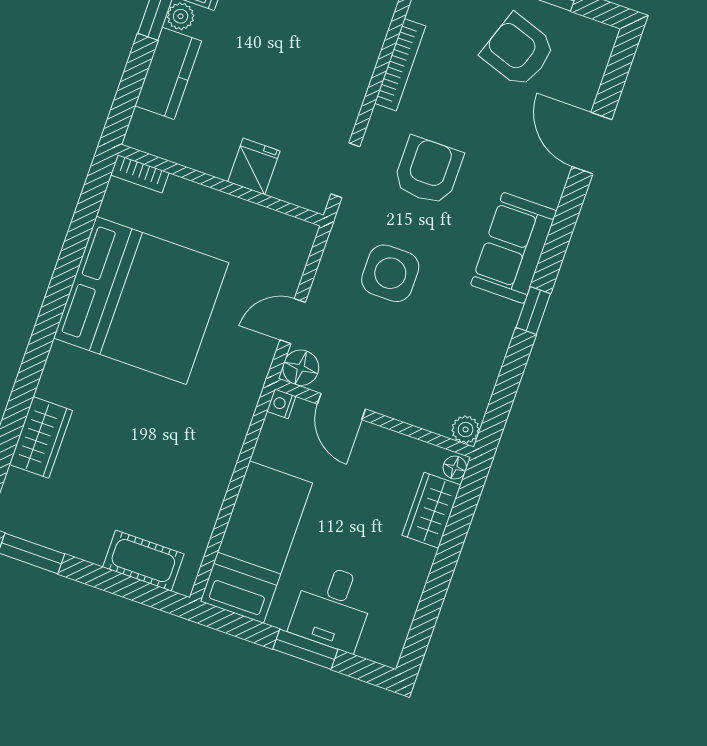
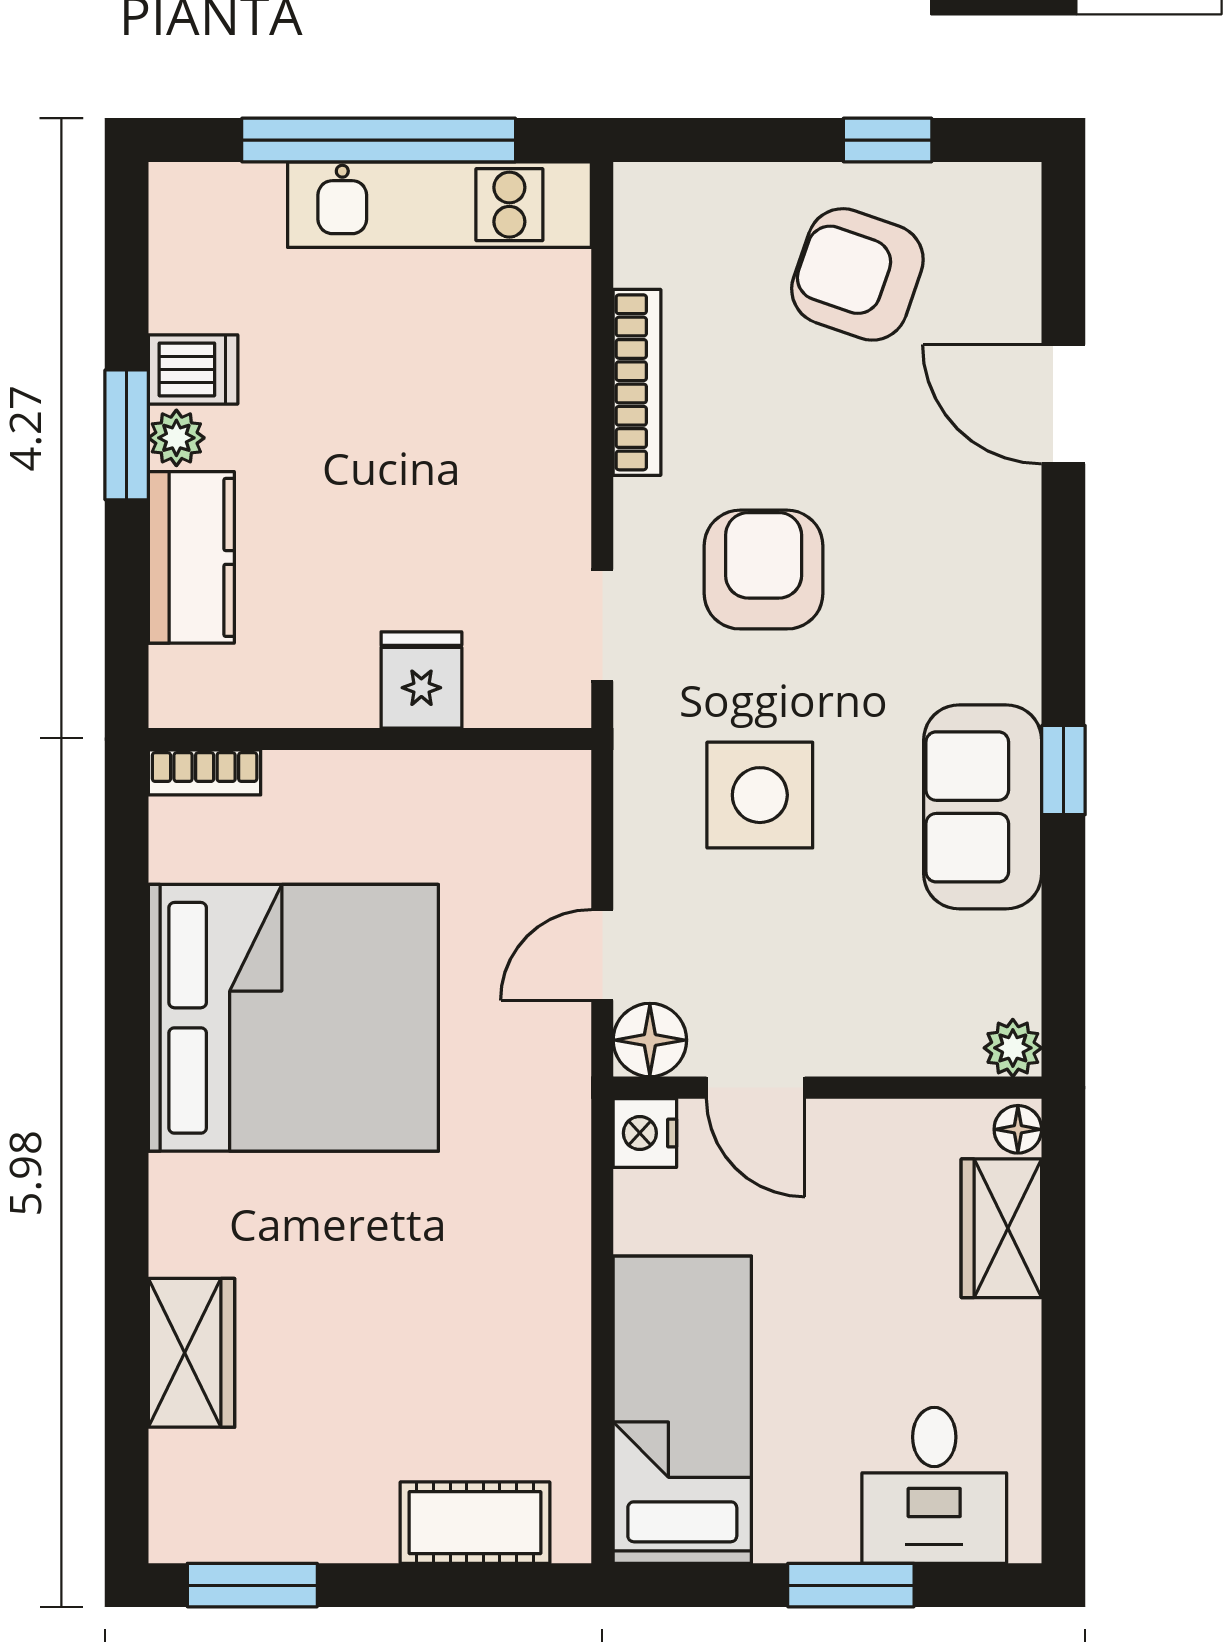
sofa: (514, 248) -> (983, 807), moved
nightstand: (281, 404) -> (645, 1133), width x1.39, depth x1.35
desk: (333, 608) -> (934, 1485), moved

